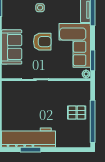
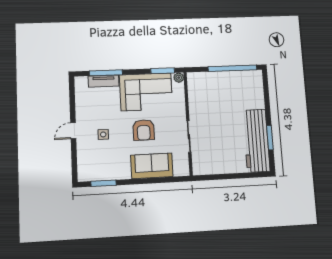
armchair: (42, 42) -> (144, 130), turned 180
pallet: (77, 113) -> (224, 87), removed

